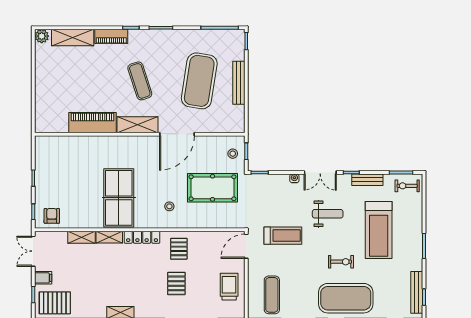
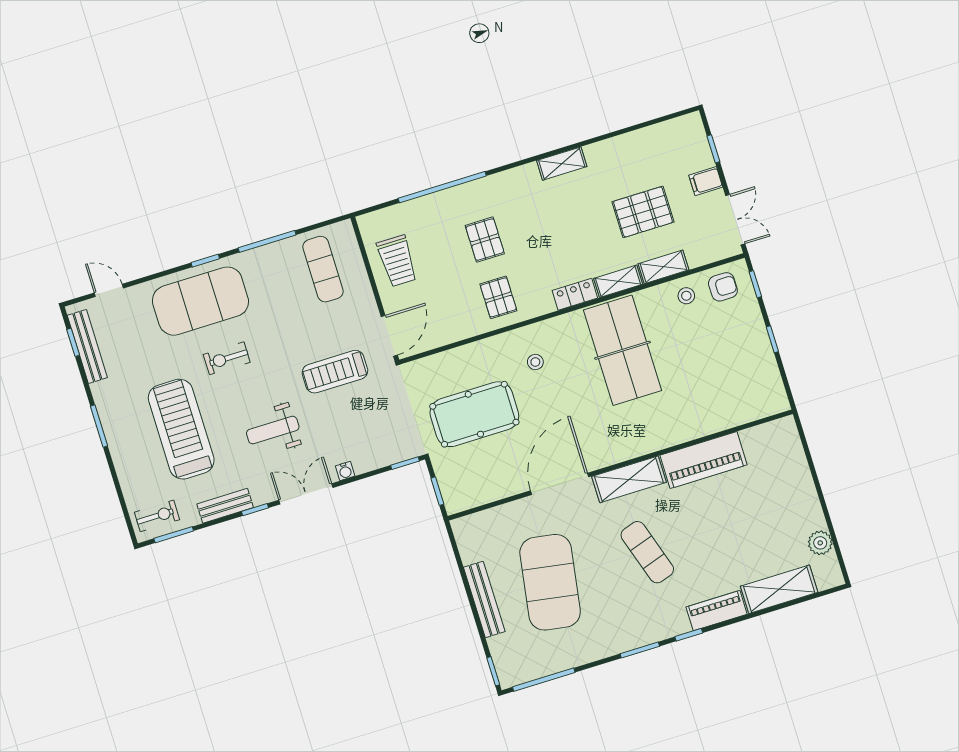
plant: (42, 36) -> (820, 543), moved
stool: (233, 154) -> (686, 296), moved
armchair: (52, 216) -> (723, 287), turned -90
locker: (142, 237) -> (575, 294), width x0.66
pallet: (55, 303) -> (643, 212), moved

